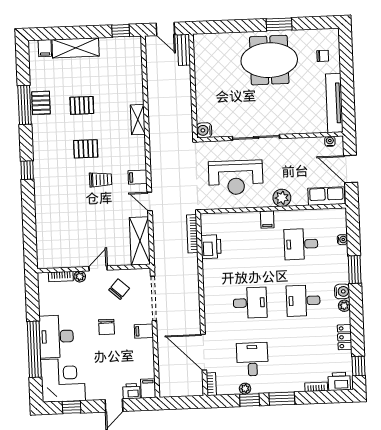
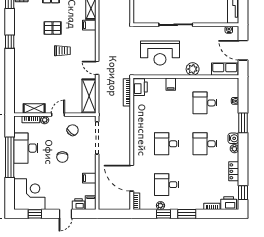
water cooler: (204, 130) -> (138, 18), removed
filing cabinet: (138, 177) -> (89, 25), moved
filing cabinet: (267, 219) -> (171, 84), moved
printer: (211, 247) -> (140, 87), moved
shelving: (65, 261) -> (34, 108), added
desk: (250, 303) -> (167, 144), turned 180
filing cabinet: (144, 331) -> (89, 178), moved
desk: (56, 336) -> (26, 148), moved
window: (34, 349) -> (10, 157), moved
desk: (252, 359) -> (167, 185), turned -90

